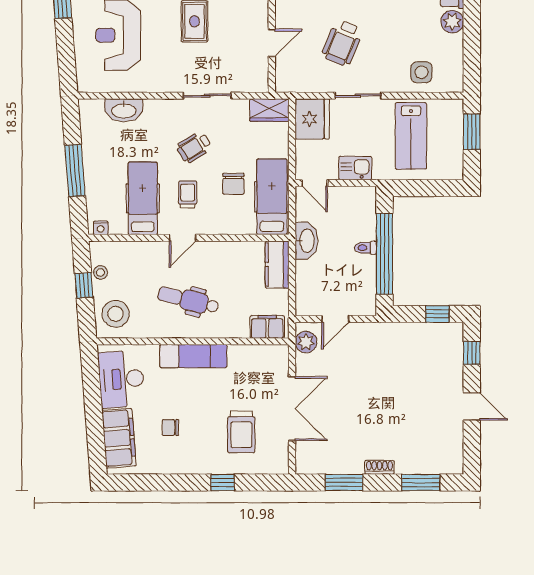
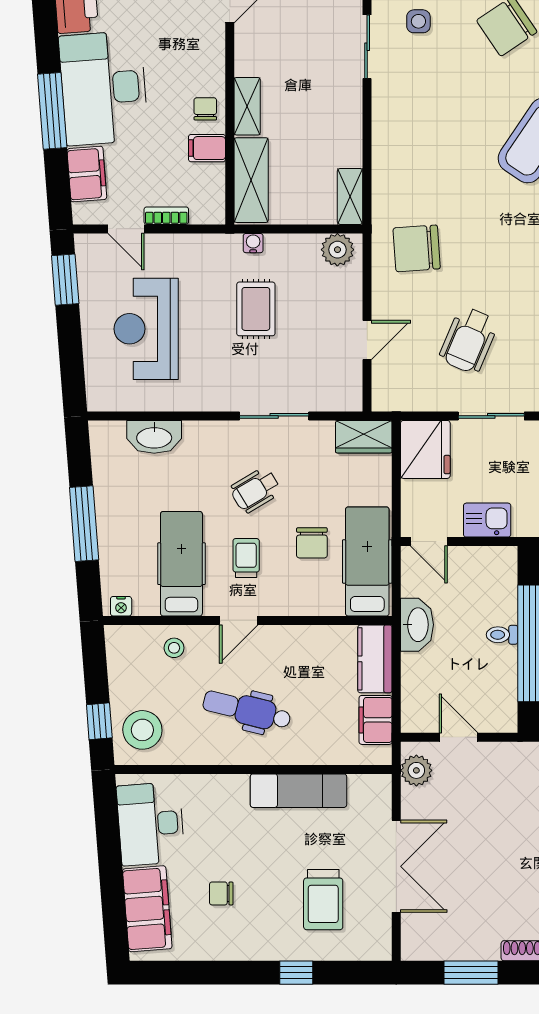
stool: (101, 272) -> (174, 648), moved
window: (84, 285) -> (99, 721), moved
door: (335, 319) -> (458, 737), swing flipped
filing cabinet: (267, 327) -> (376, 720), moved, turned -90
exam couch: (193, 356) -> (298, 791), moved

